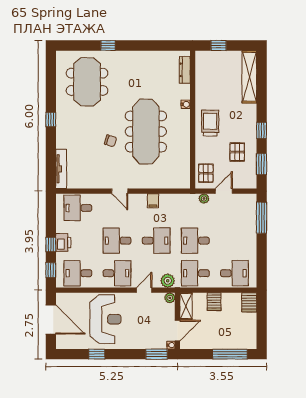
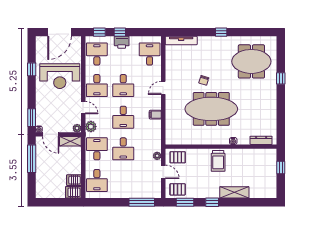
shelving: (249, 77) -> (234, 192), moved, width x0.68
trolley: (210, 123) -> (218, 161), turned 90
pallet: (237, 152) -> (178, 189), moved
desk: (117, 241) -> (123, 86), turned 180
desk: (195, 241) -> (123, 149), turned 180
server rack: (214, 302) -> (74, 180), moved
window: (230, 354) -> (32, 159), moved

